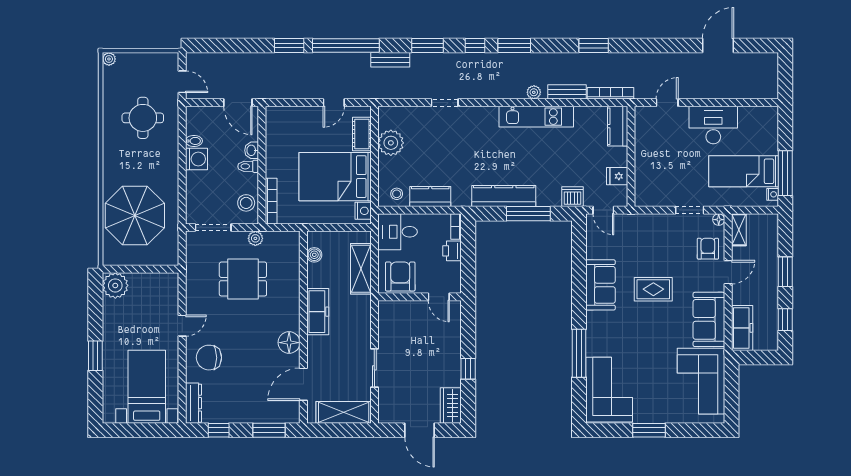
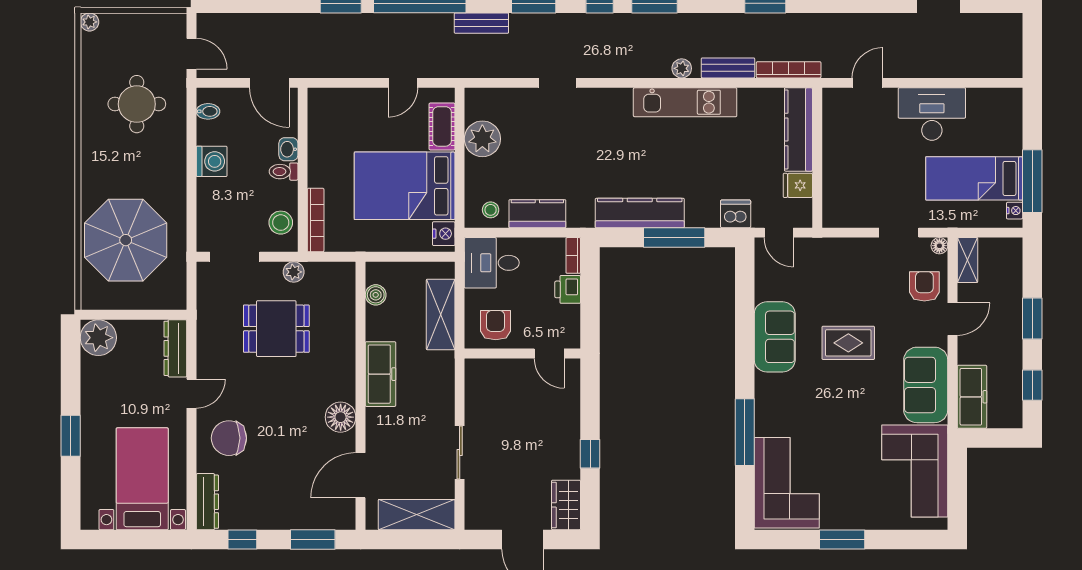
kitchen counter: (618, 126) -> (798, 129), width x1.50
bidet: (194, 141) -> (208, 111), moved
armchair: (400, 277) -> (496, 325), width x0.72, depth x0.72
dresser: (171, 293) -> (175, 348), added

